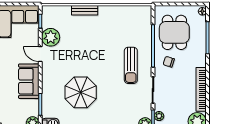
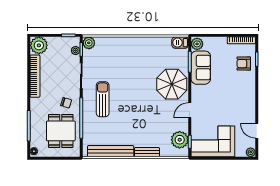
bench: (122, 11) -> (111, 151), added
plant: (51, 37) -> (180, 140), moved
door: (40, 54) -> (190, 110), swing flipped
sofa: (29, 81) -> (201, 68), moved
parasol: (81, 92) -> (172, 84), moved

